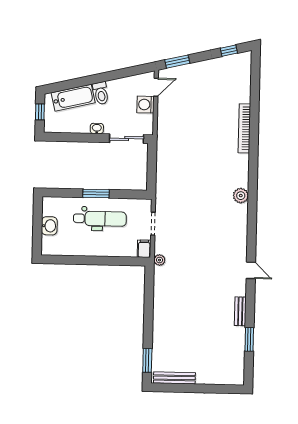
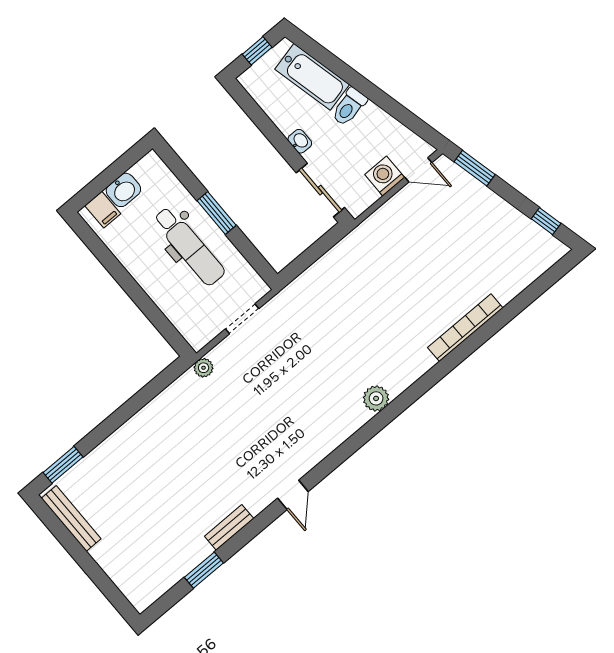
filing cabinet: (144, 249) -> (103, 210), moved, turned 90

